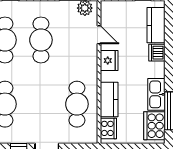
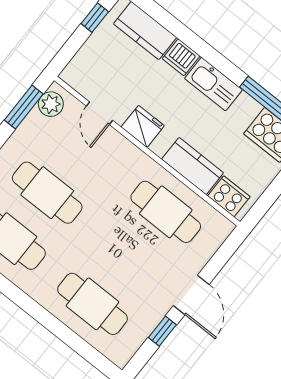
door: (99, 35) -> (99, 113), swing flipped
kitchen sink: (156, 94) -> (214, 84), moved

